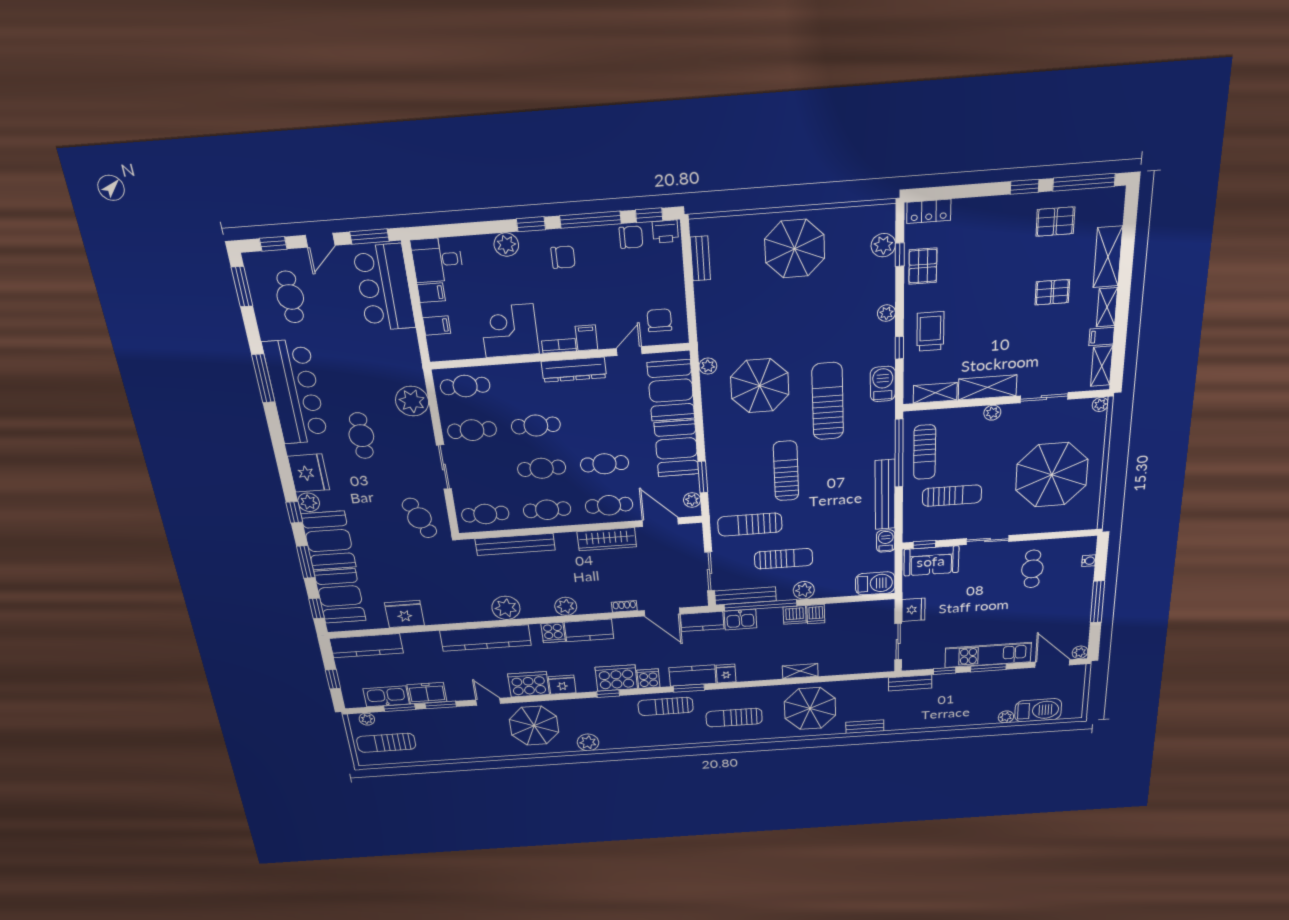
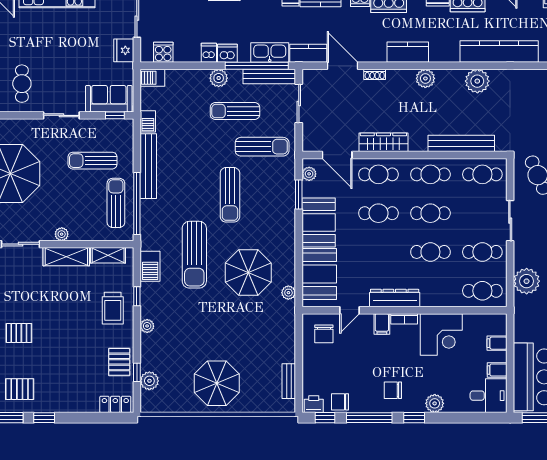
barbecue: (875, 583) -> (152, 78), width x0.73, depth x0.79
kitchen sink: (740, 619) -> (270, 53), width x1.38
cooker: (553, 633) -> (163, 52), moved

